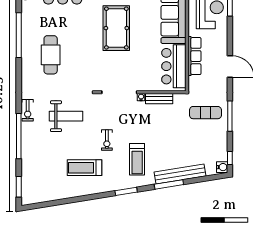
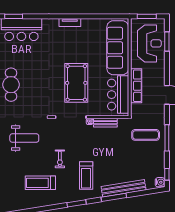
pool table: (116, 28) -> (76, 83), moved

